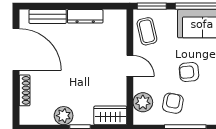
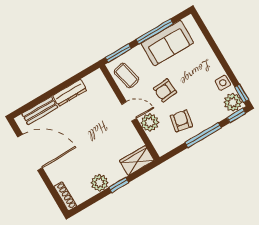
armchair: (189, 72) -> (165, 90), moved
shoe rack: (25, 90) -> (65, 196), moved
plant: (143, 102) -> (150, 122), moved

